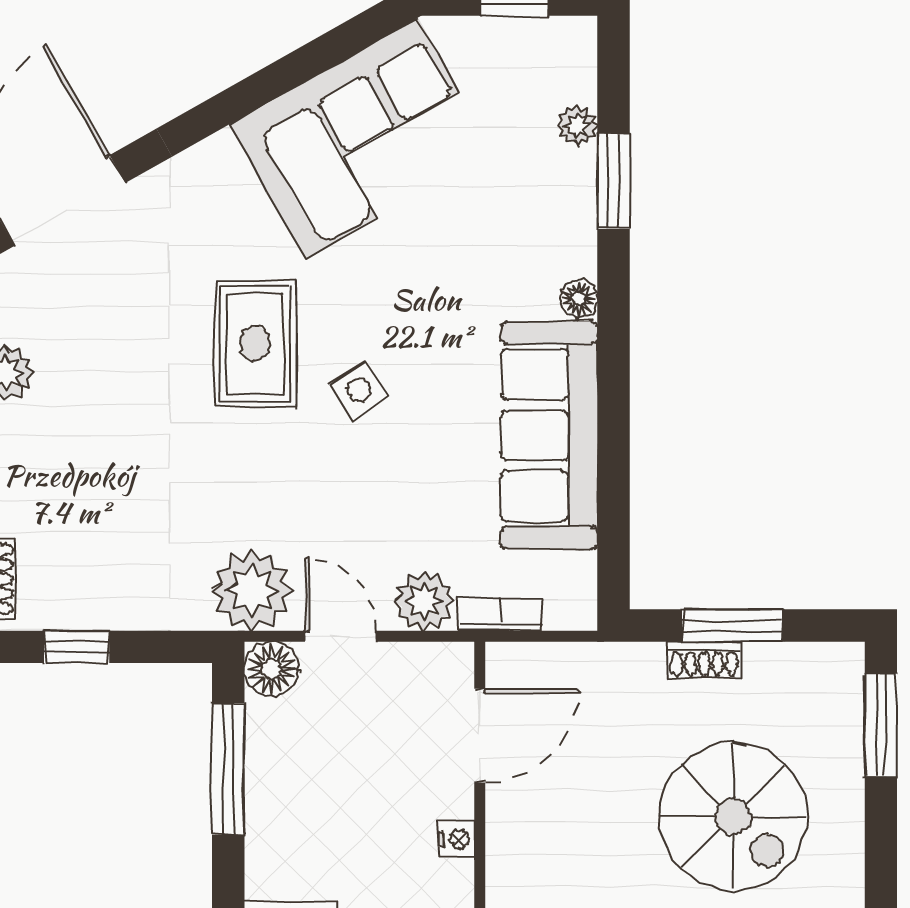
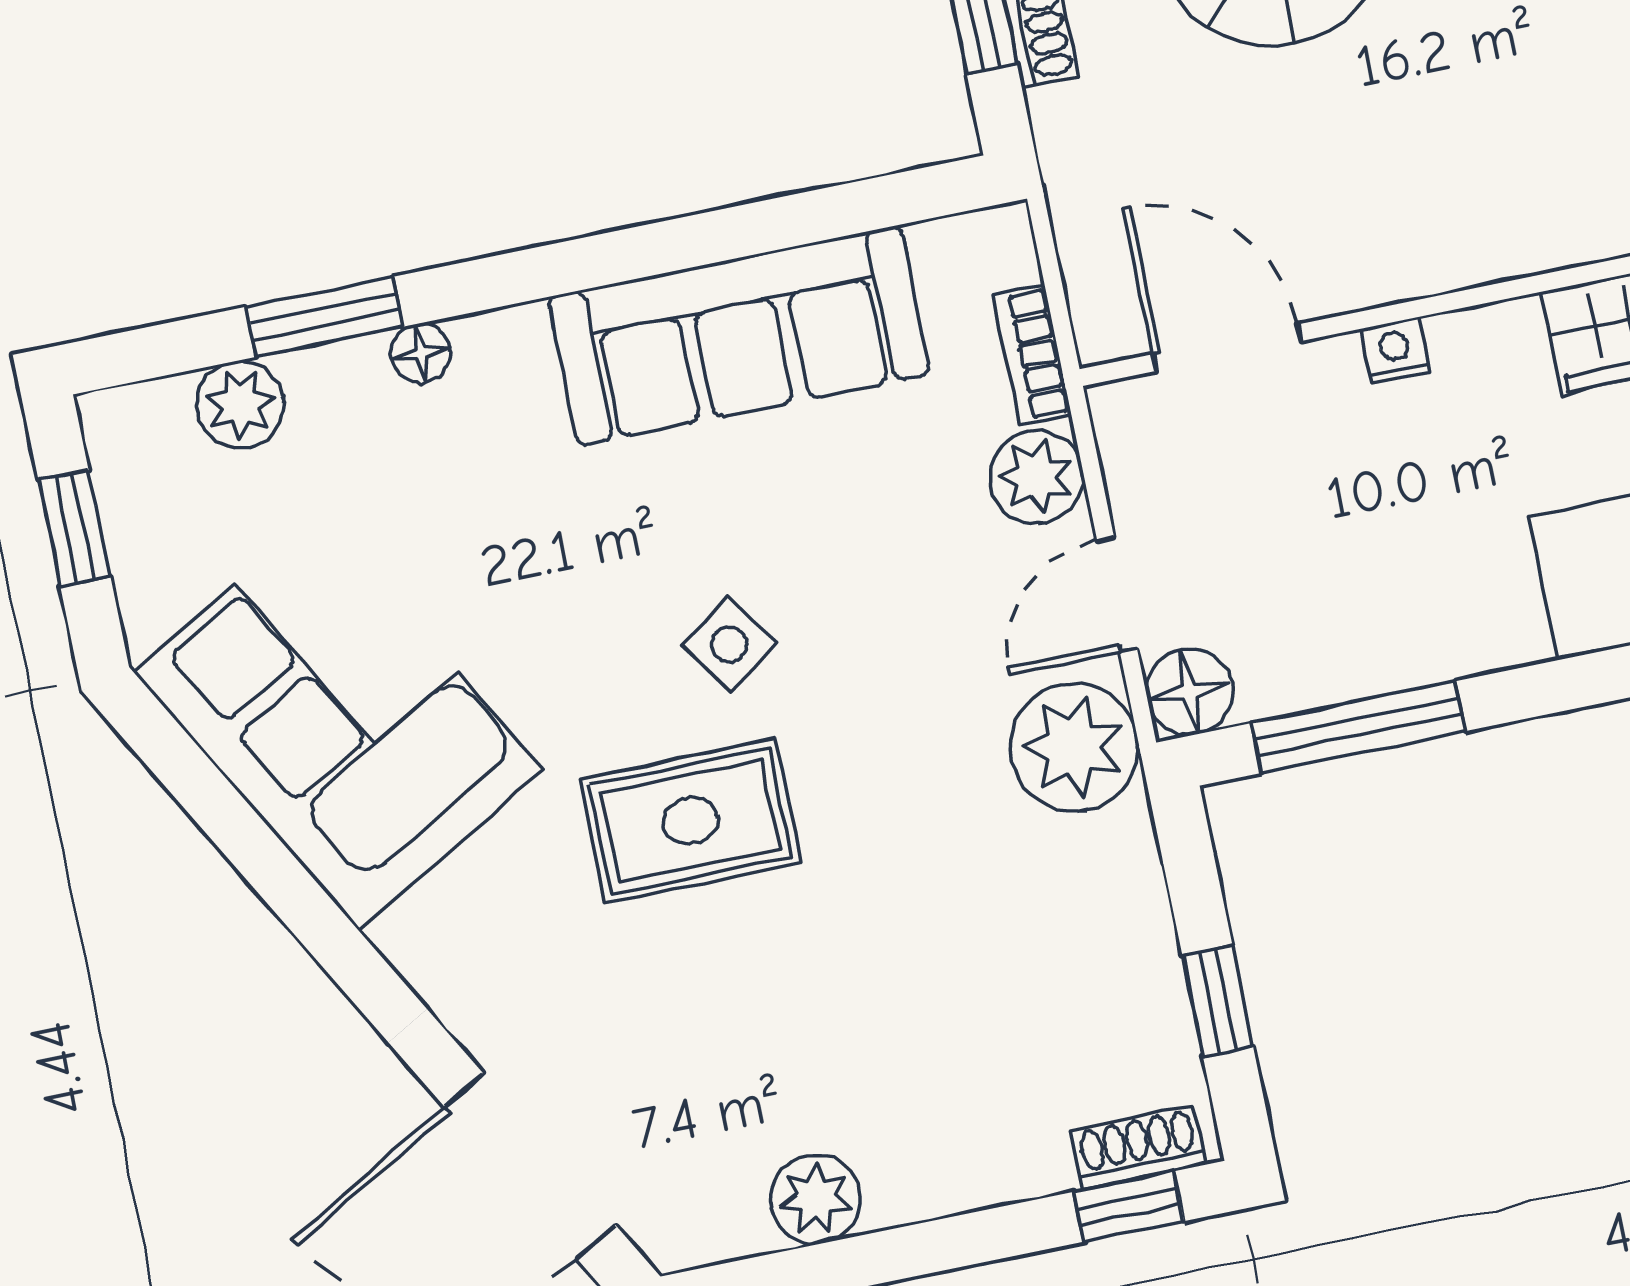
plant: (577, 125) -> (240, 405), width x1.38, depth x1.38
floor lamp: (579, 299) -> (421, 353), moved

